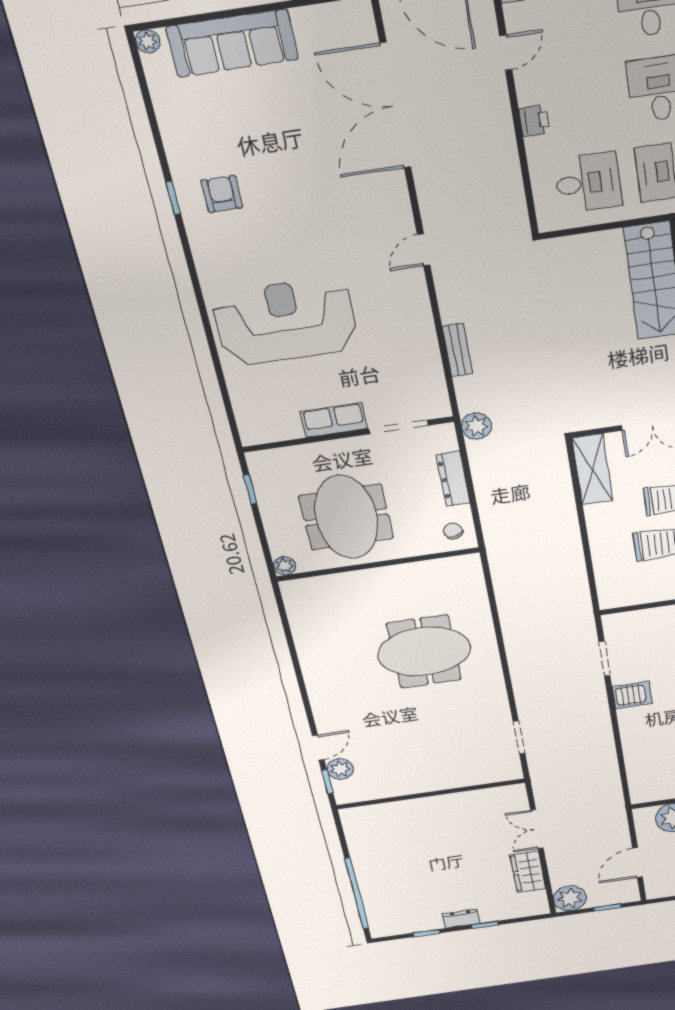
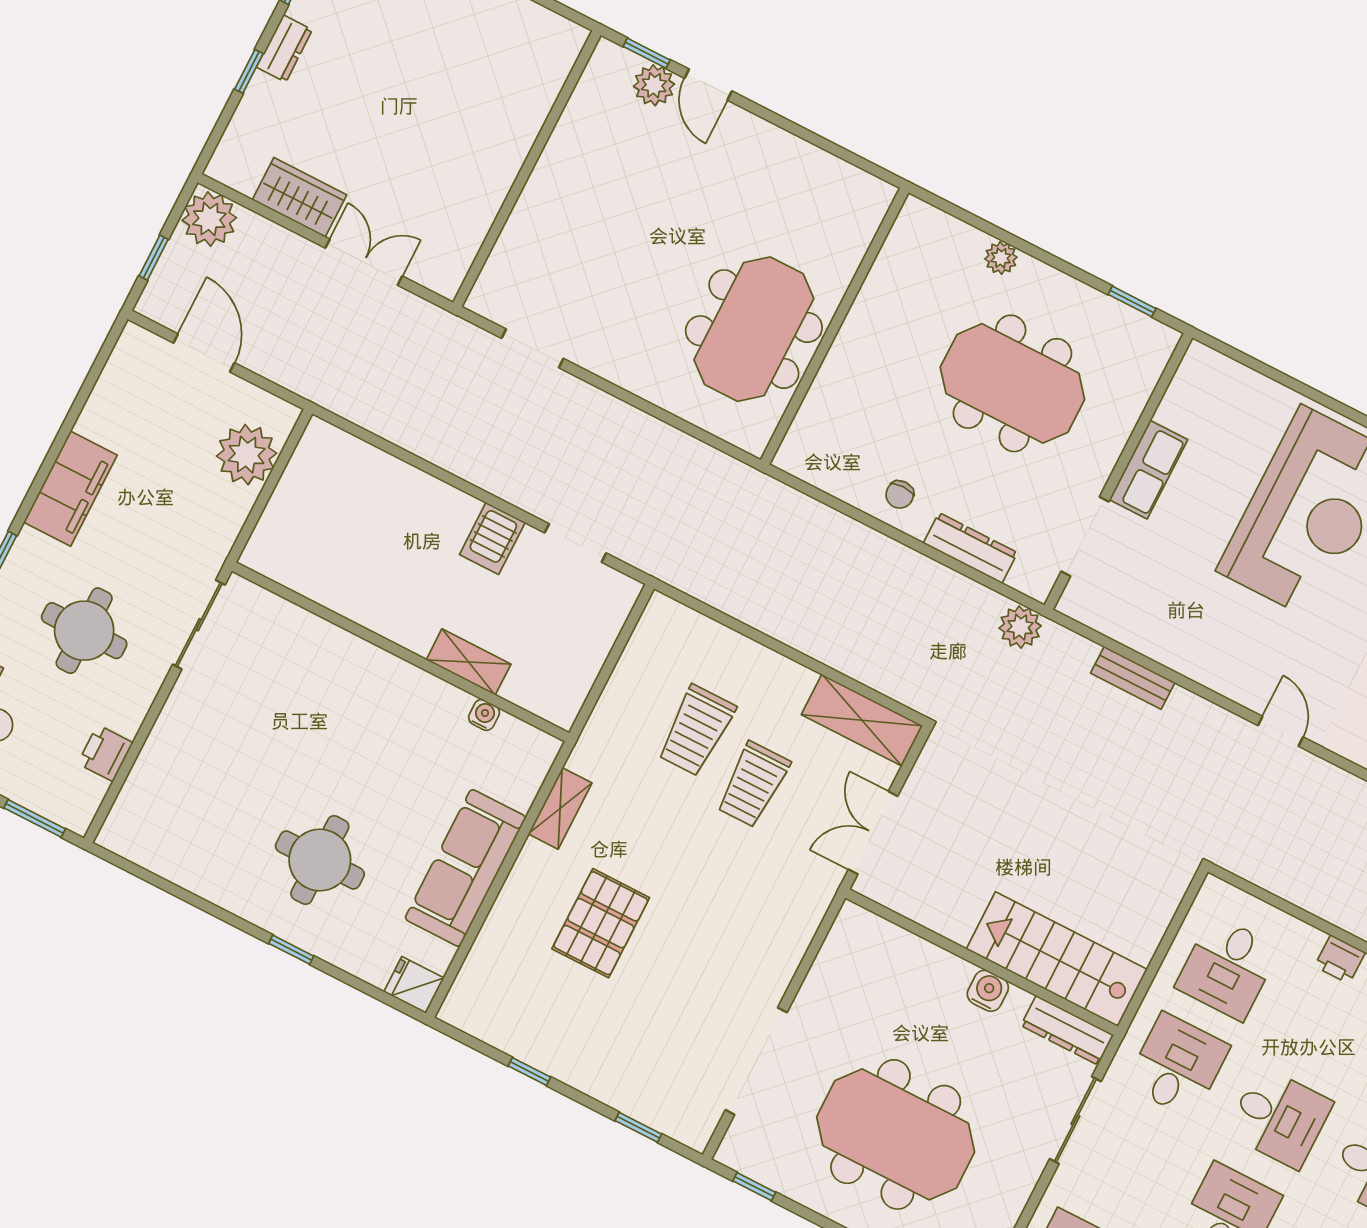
chair: (453, 531) -> (900, 495), turned 108
wall: (378, 564) -> (835, 326), moved

